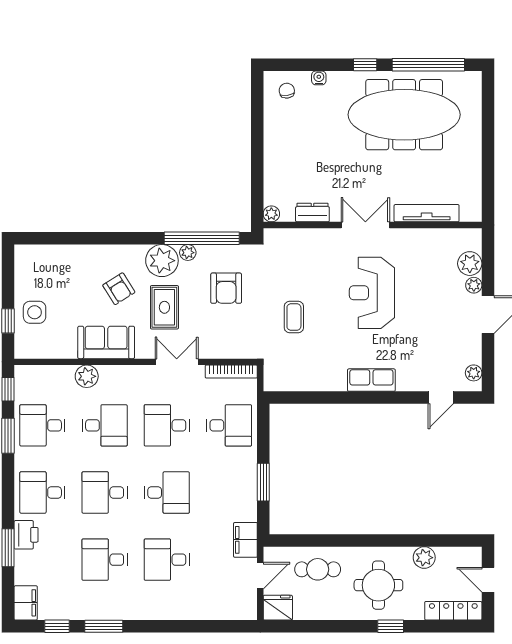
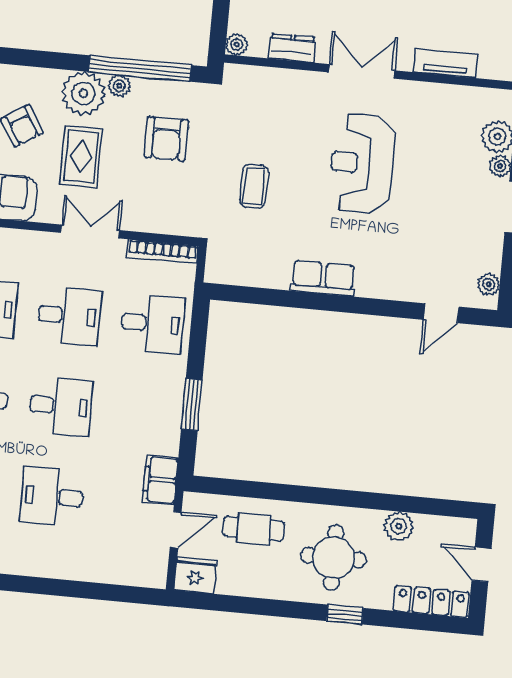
tv unit: (427, 213) -> (446, 63), width x0.71
row of seats: (371, 380) -> (323, 278), moved
desk: (167, 425) -> (69, 316), turned 180

